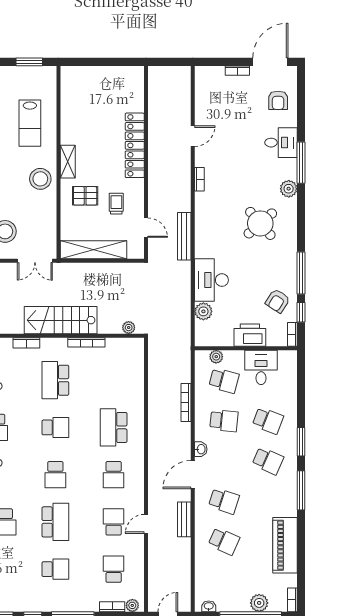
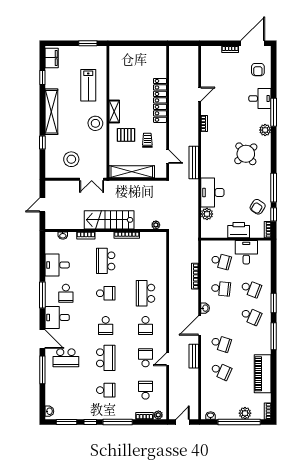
plant: (216, 357) -> (216, 245), removed

